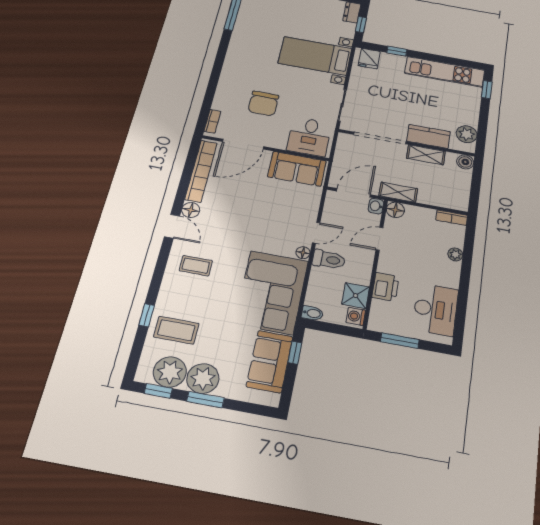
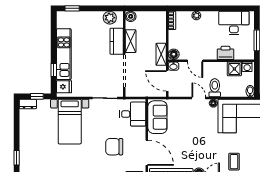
kitchen unit: (445, 72) -> (64, 54), moved
chair: (263, 103) -> (114, 147), turned 180

